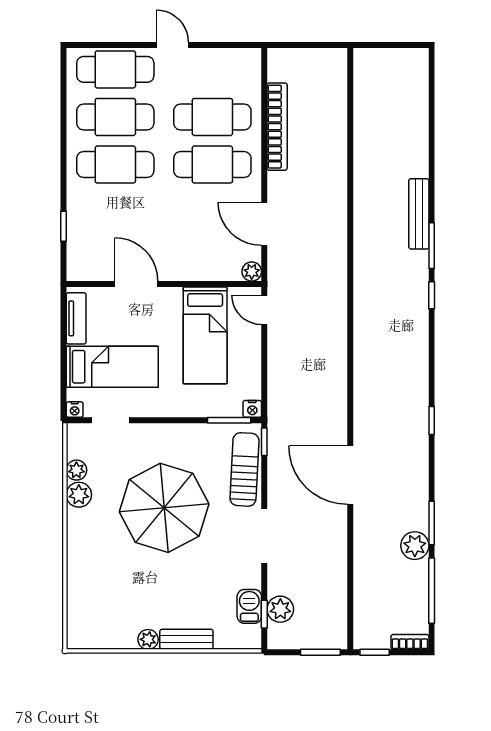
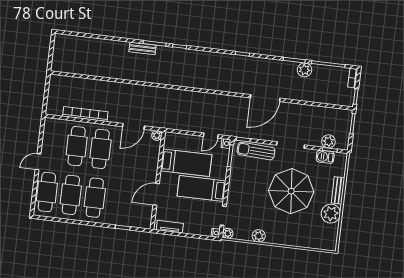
bench: (419, 214) -> (143, 48), width x0.73
door: (264, 310) -> (211, 136), moved
bed: (112, 367) -> (202, 188), moved, turned -90
plant: (76, 470) -> (228, 233), moved
parasol: (164, 508) -> (291, 191), moved
plant: (148, 639) -> (331, 214), width x1.87, depth x1.87

